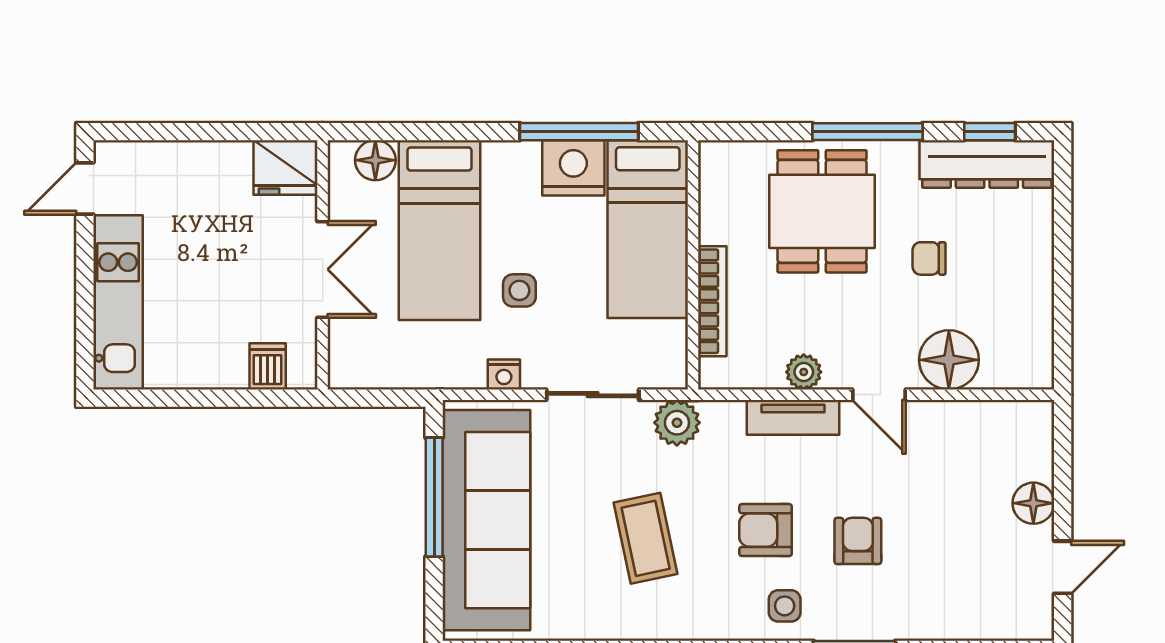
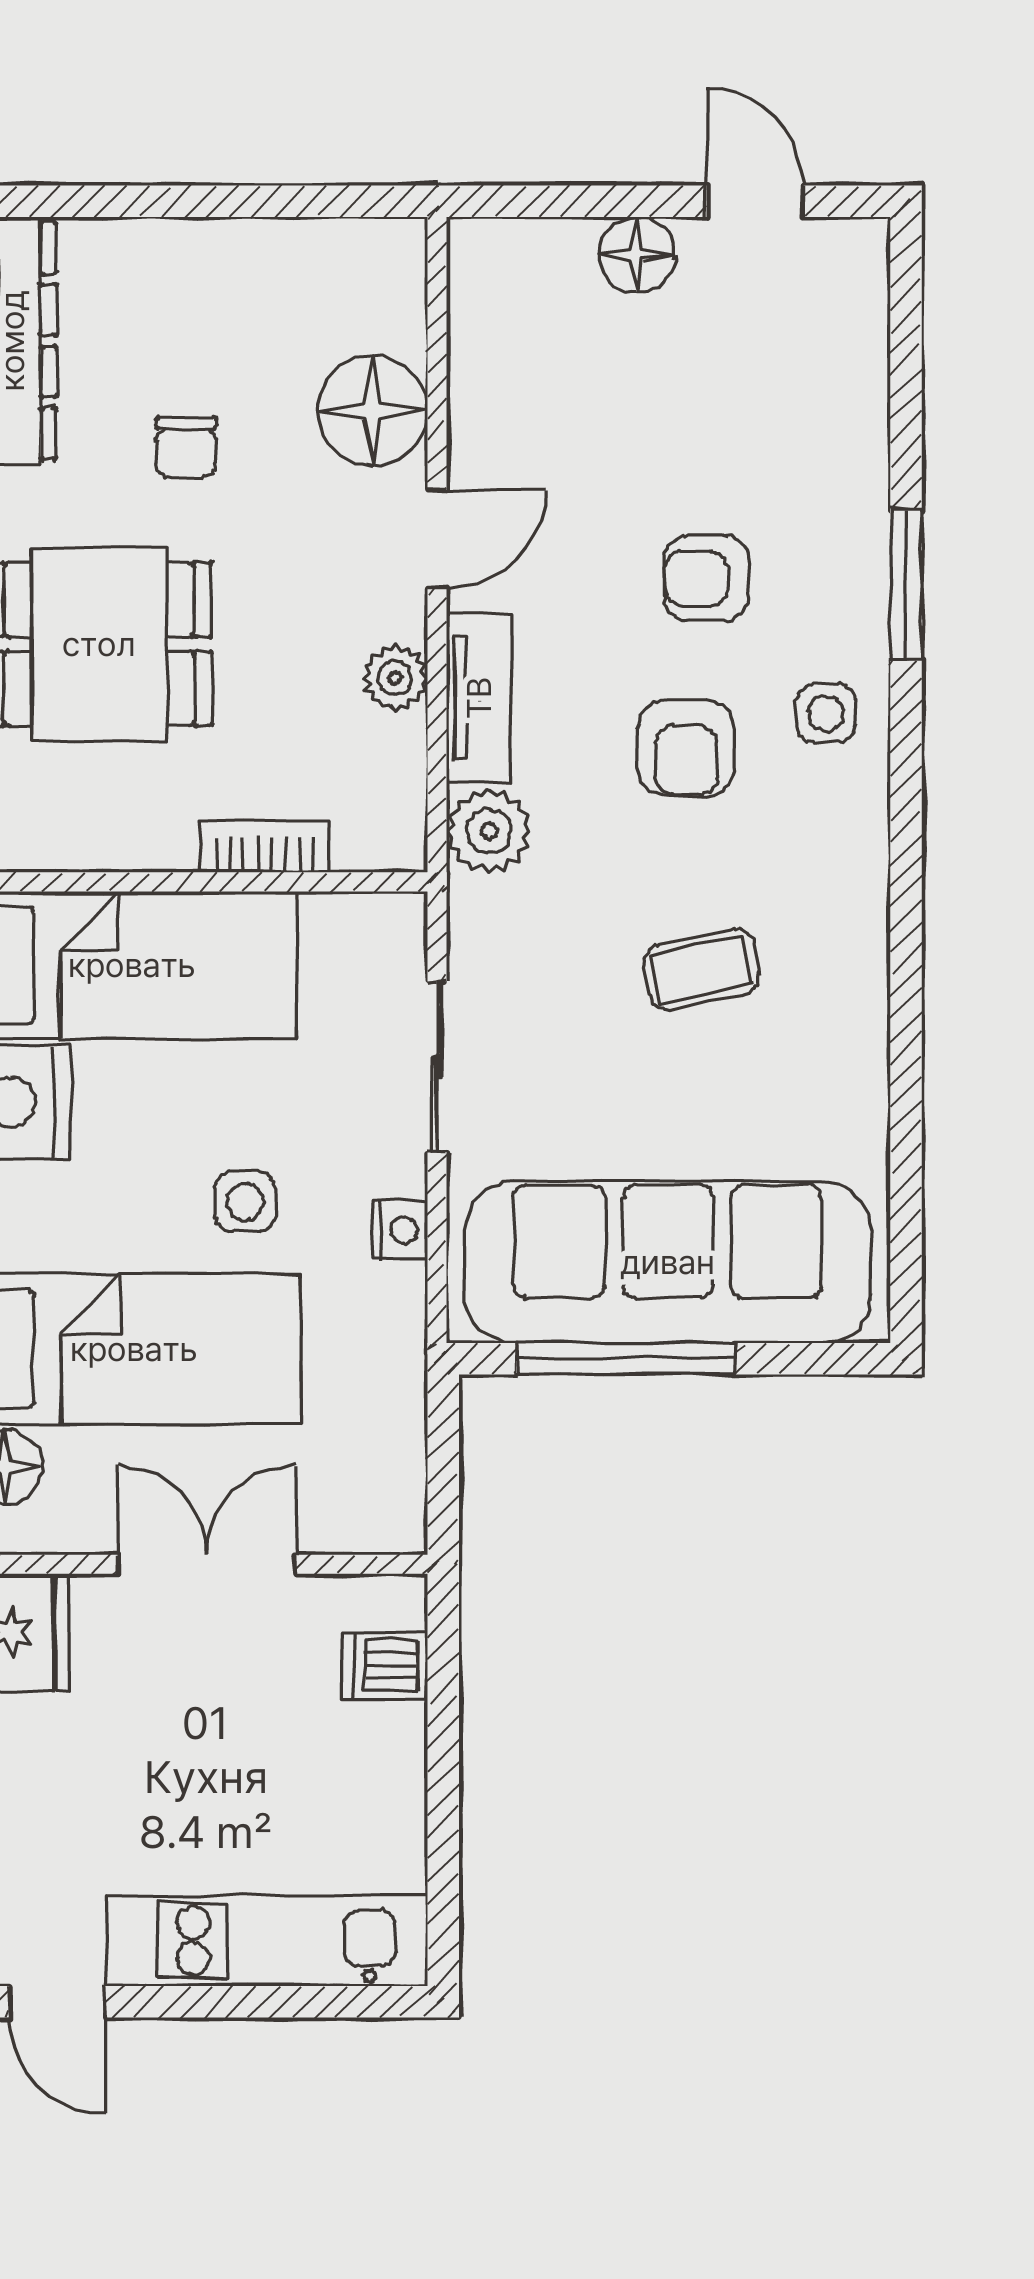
bookcase: (712, 301) -> (265, 847), width x0.64
plant: (677, 423) -> (489, 831), moved
coffee table: (646, 538) -> (701, 969), width x0.73, depth x0.77

